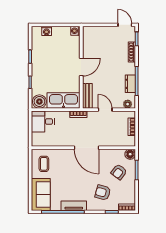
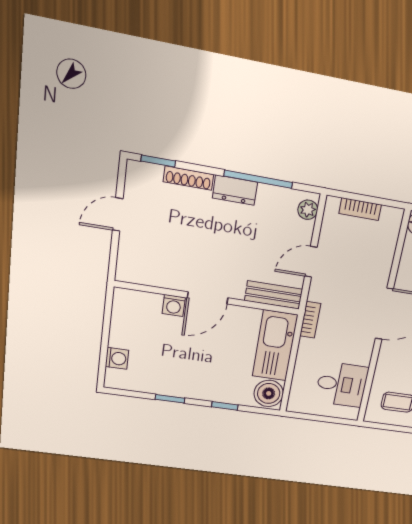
door: (125, 25) -> (118, 214), moved
washing machine: (75, 31) -> (174, 305), moved
door: (81, 67) -> (208, 298), swing flipped
dresser: (130, 84) -> (235, 190), moved
desk: (43, 122) -> (342, 385), moved, turned -90

